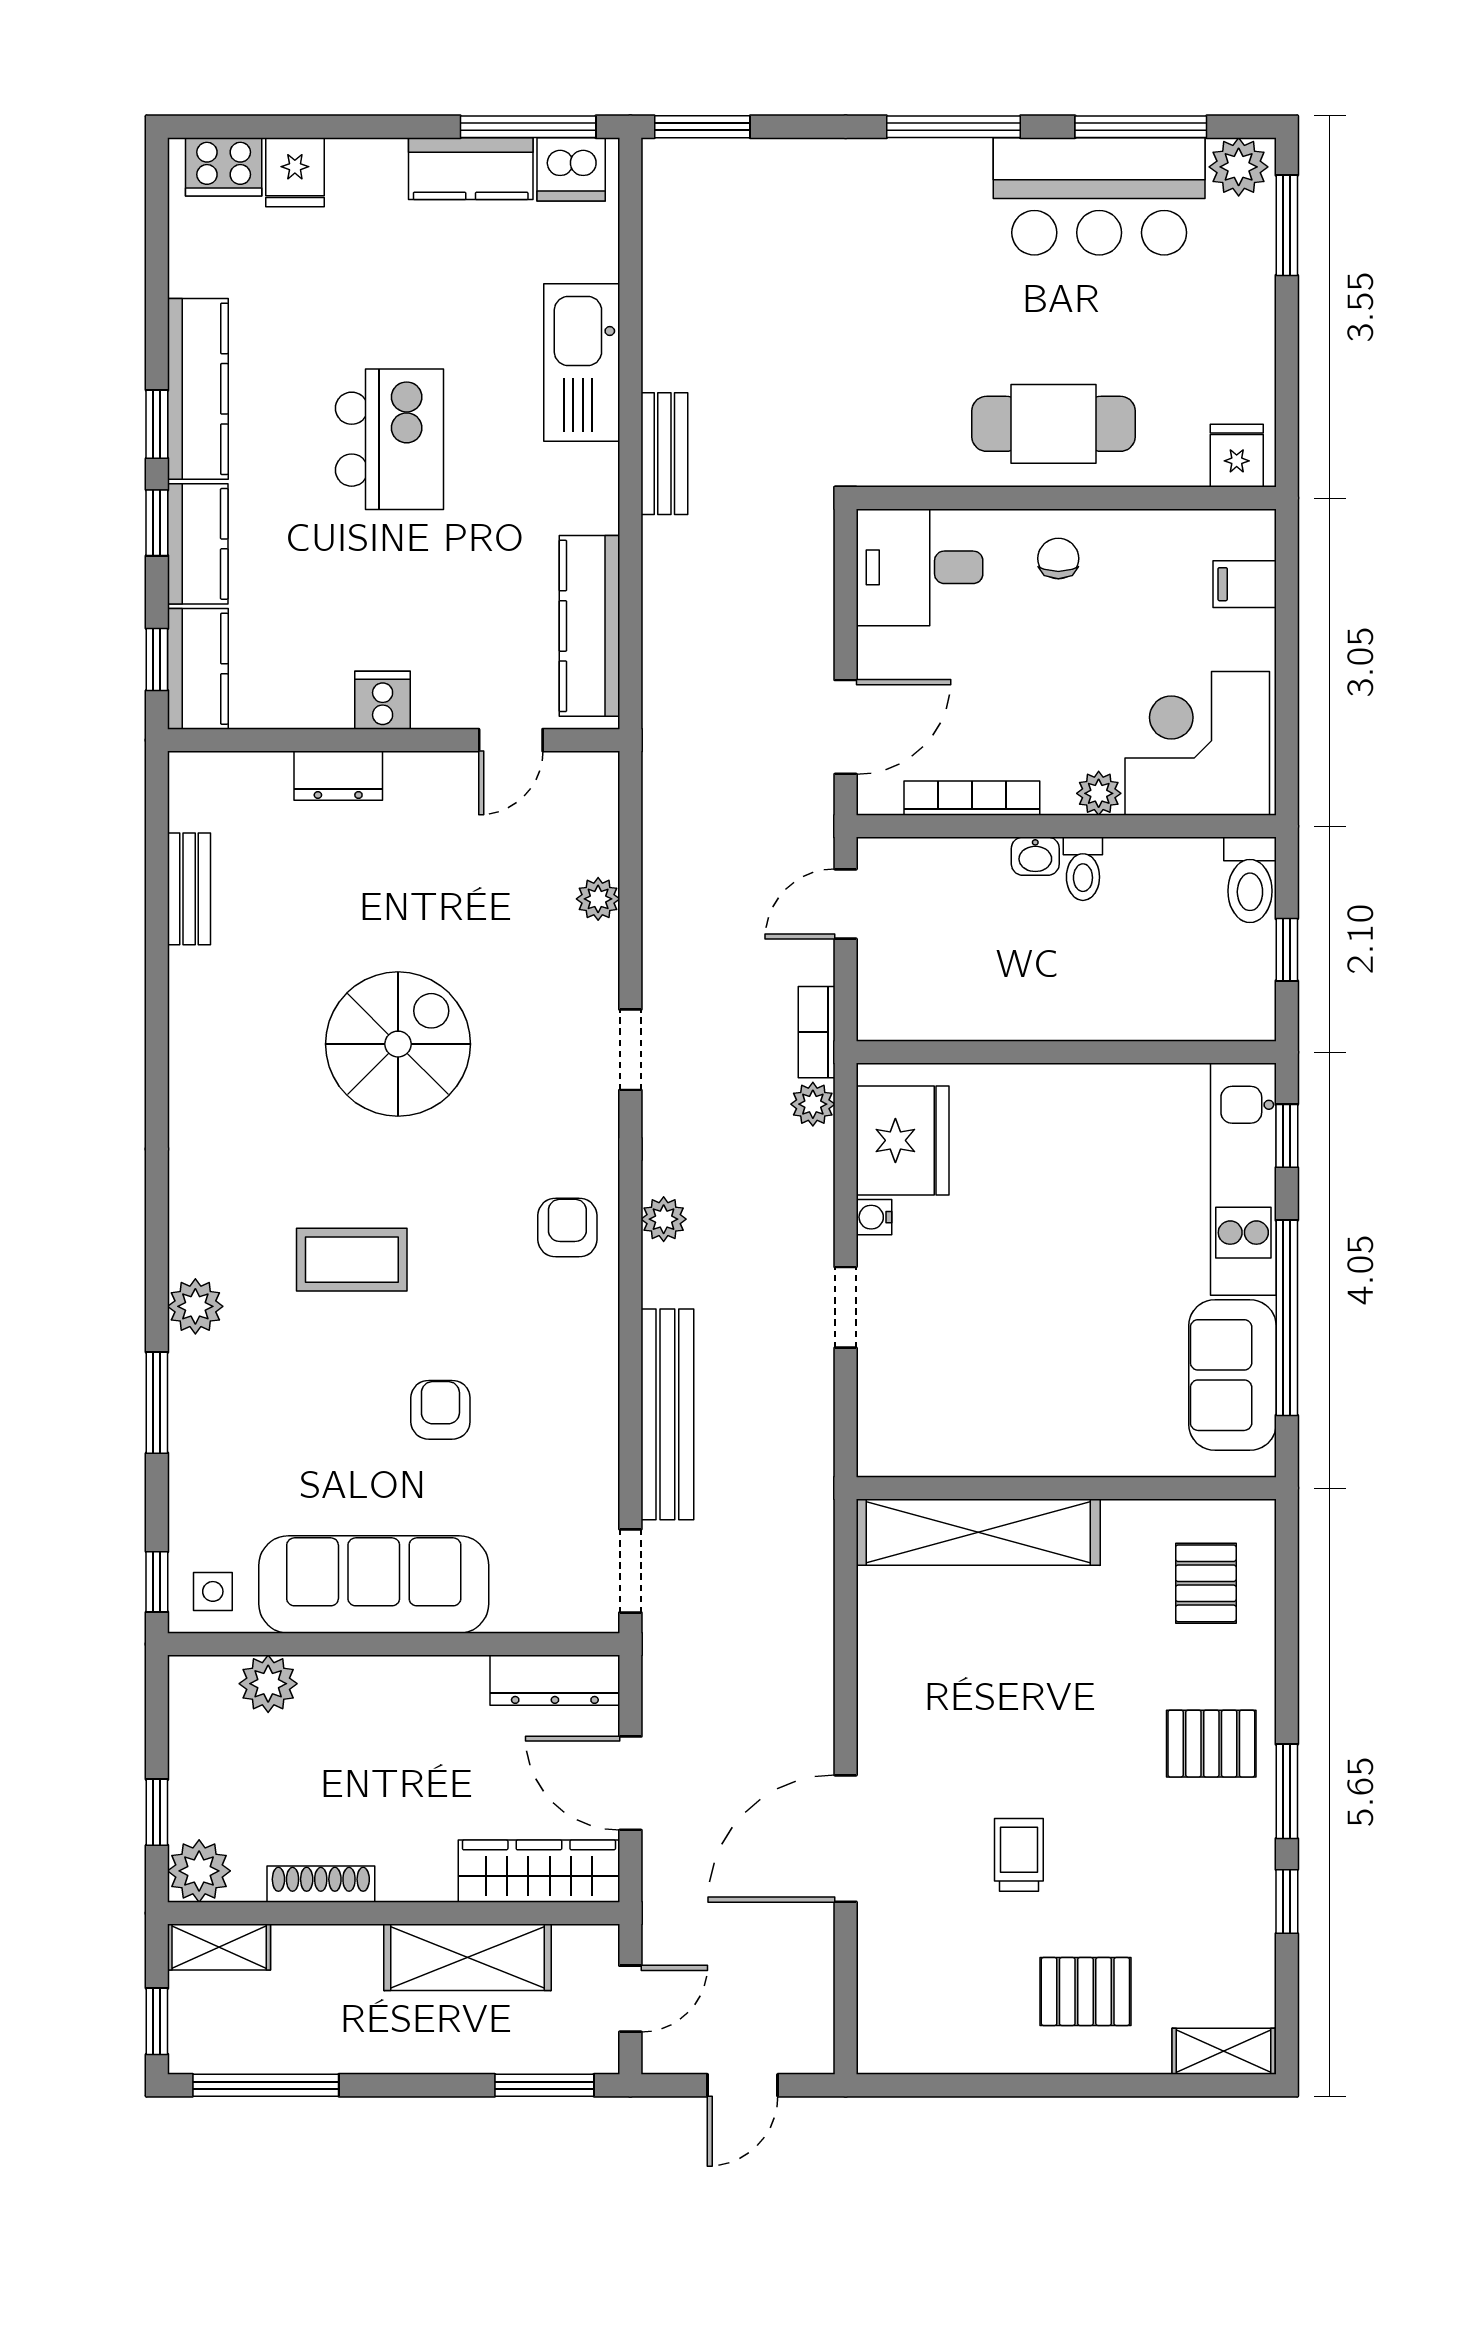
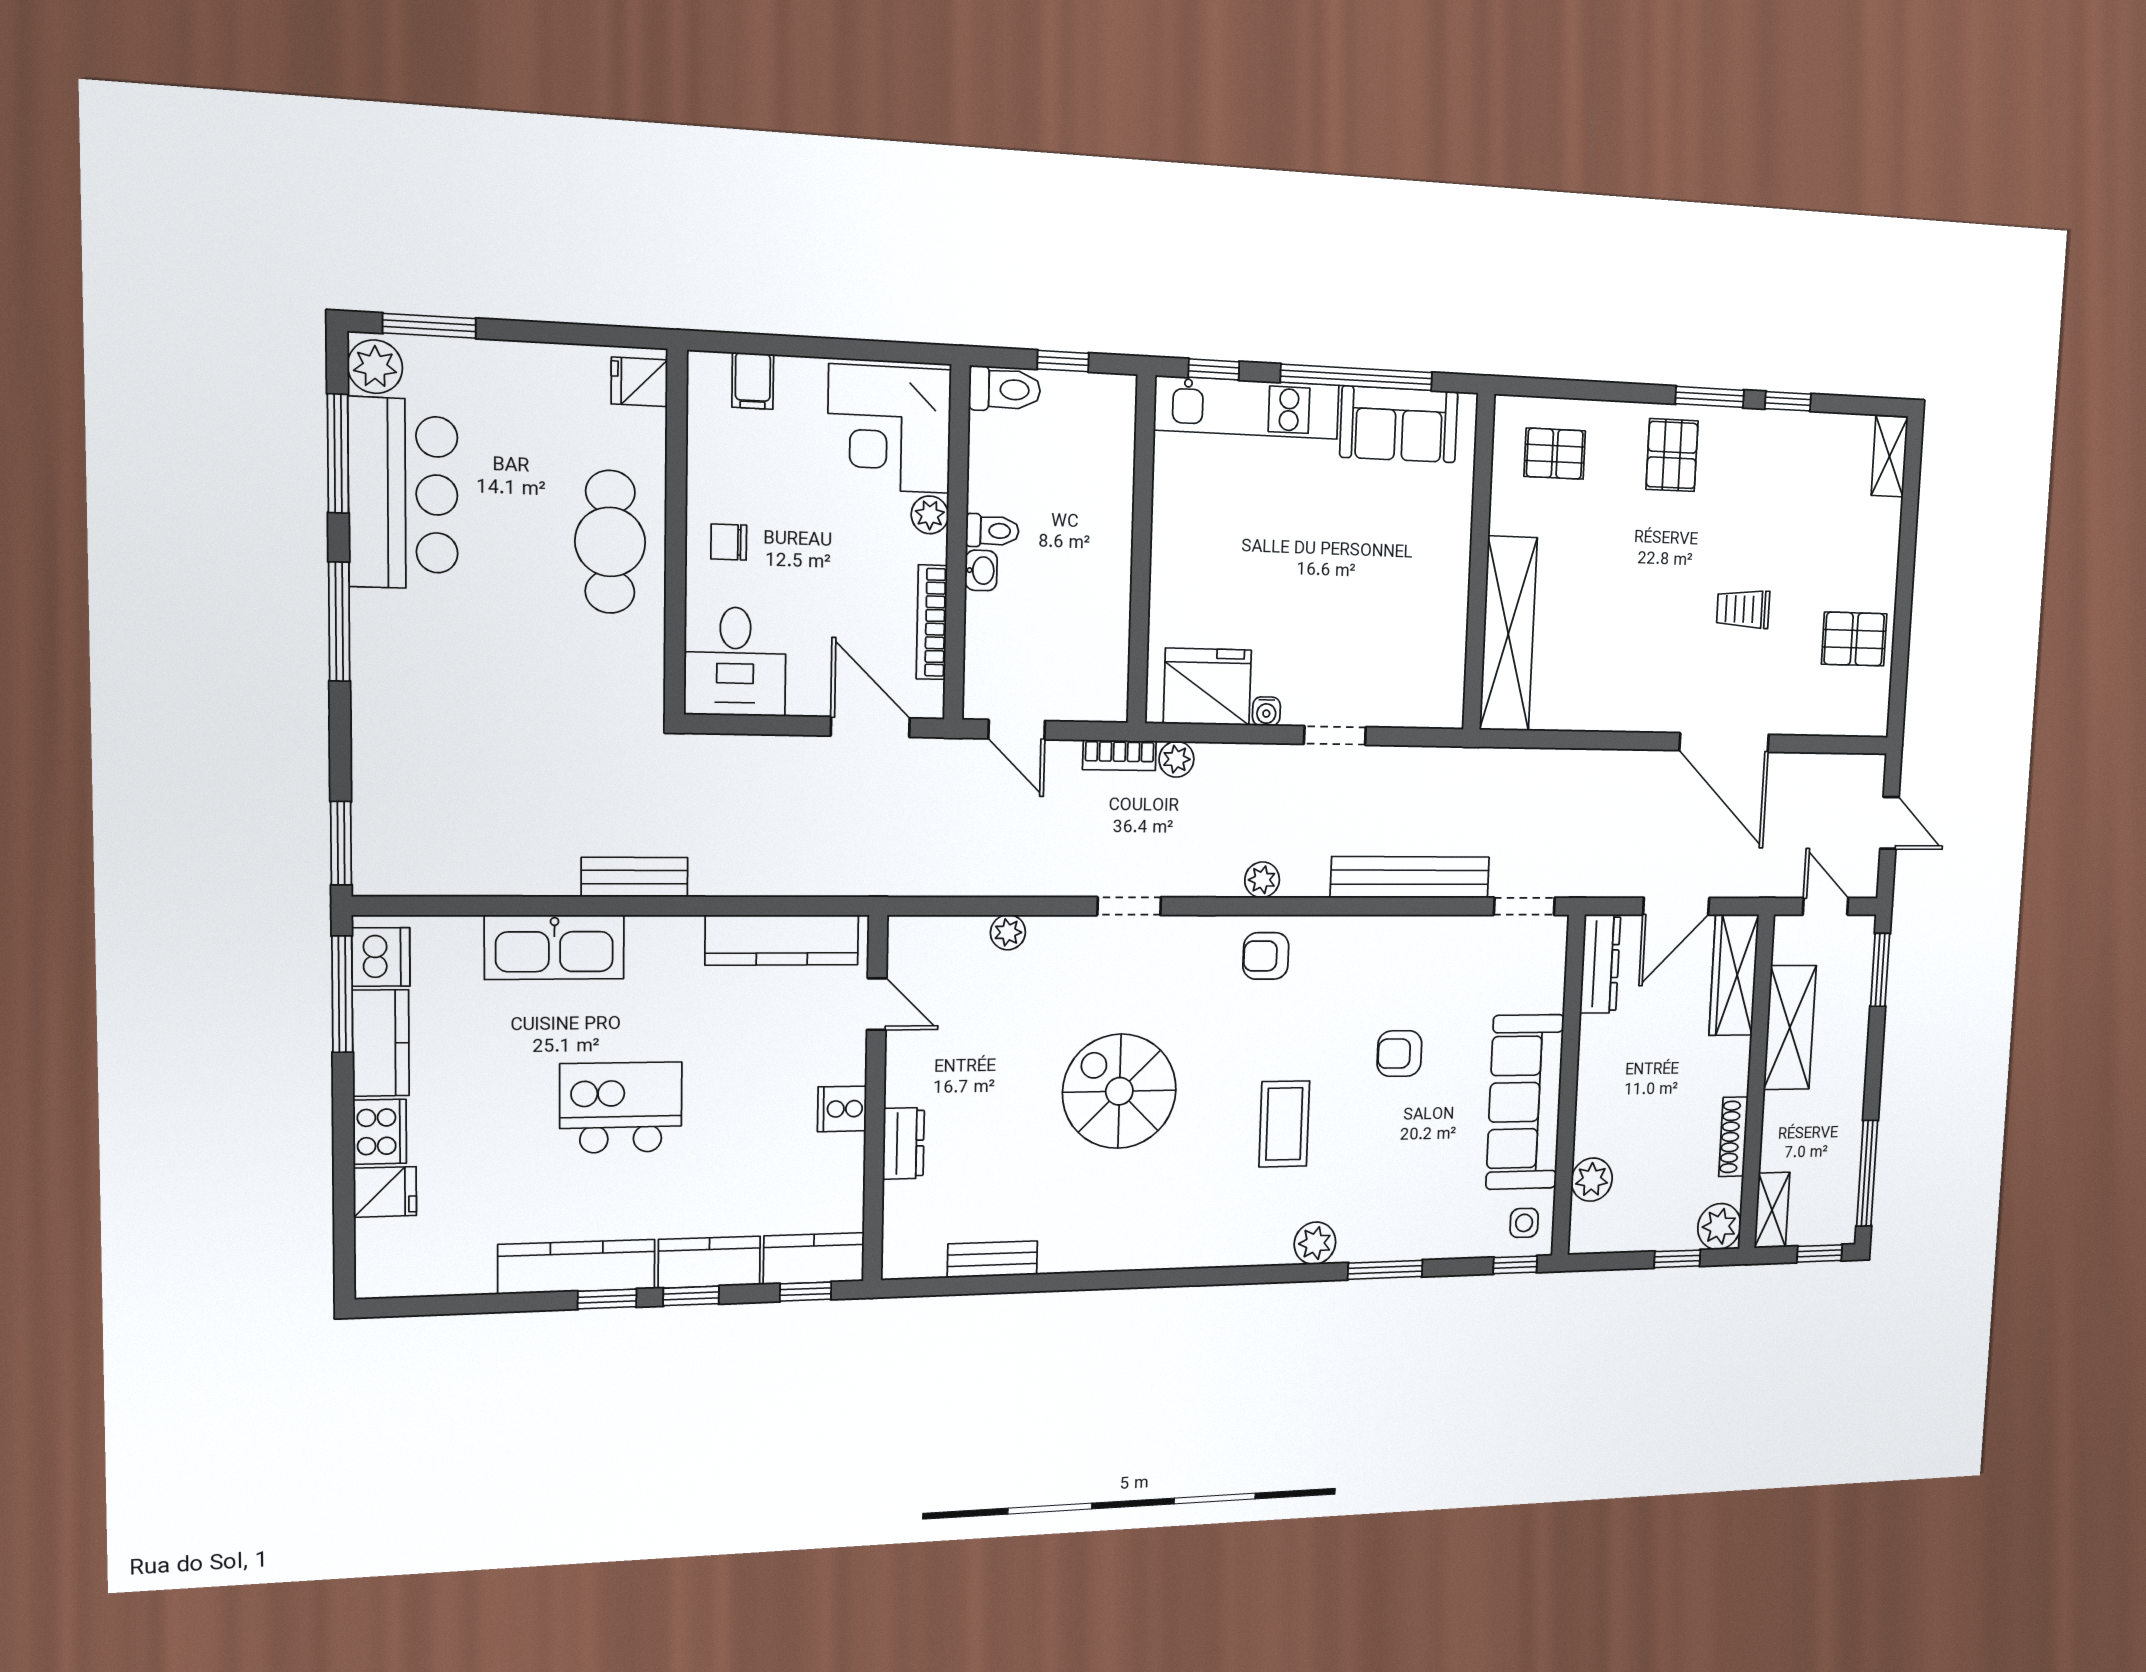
cooker: (224, 167) -> (380, 1132), moved
pallet: (1085, 1991) -> (1854, 639), moved, turned 90

